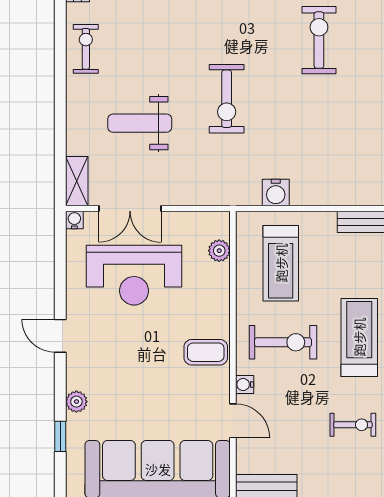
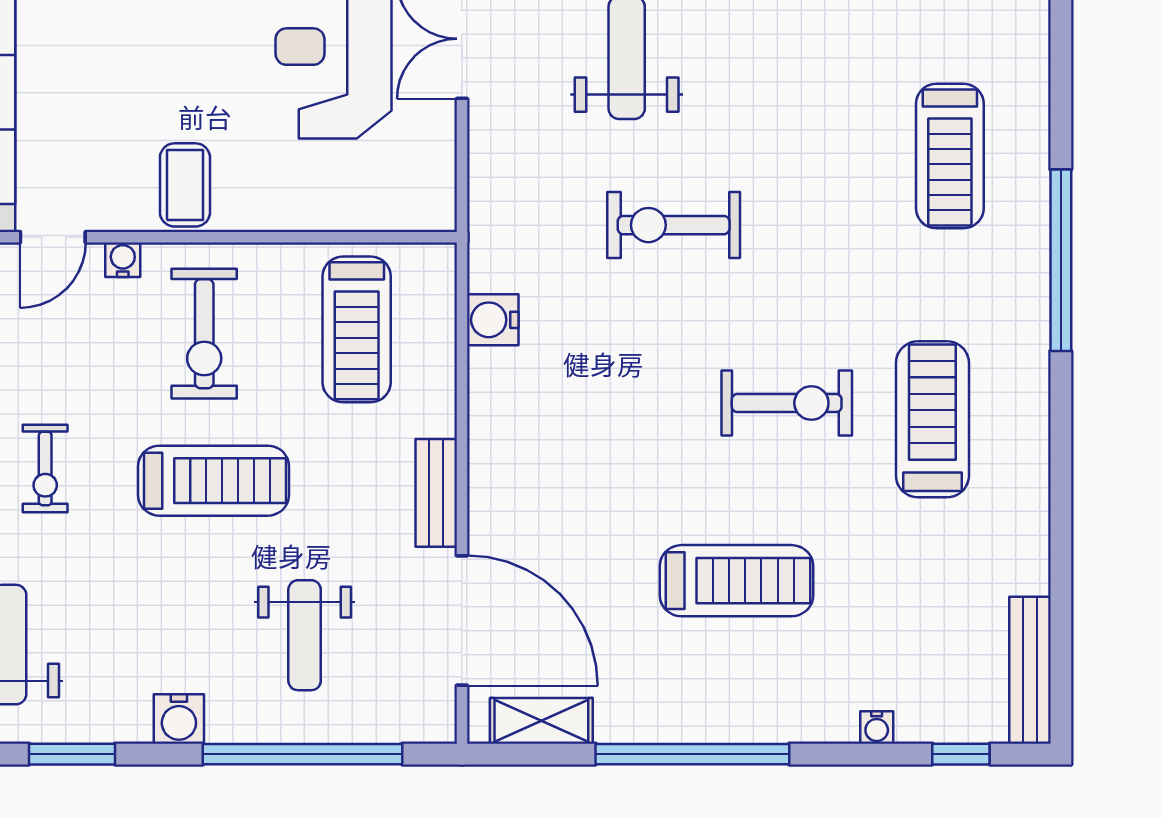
plant: (219, 251) -> (381, 211), removed
treadmill: (281, 263) -> (357, 329), turned -90

